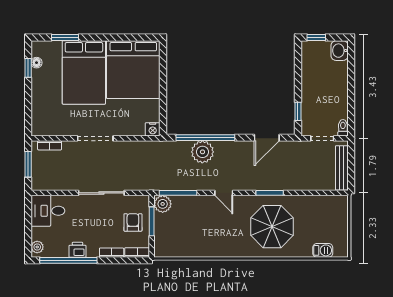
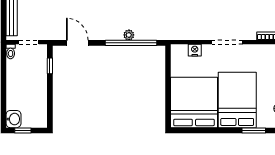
window: (316, 38) -> (23, 130), moved
nightstand: (153, 129) -> (195, 50), moved
door: (267, 138) -> (77, 43), hinge flipped
plant: (202, 152) -> (129, 35), width x0.53, depth x0.53

